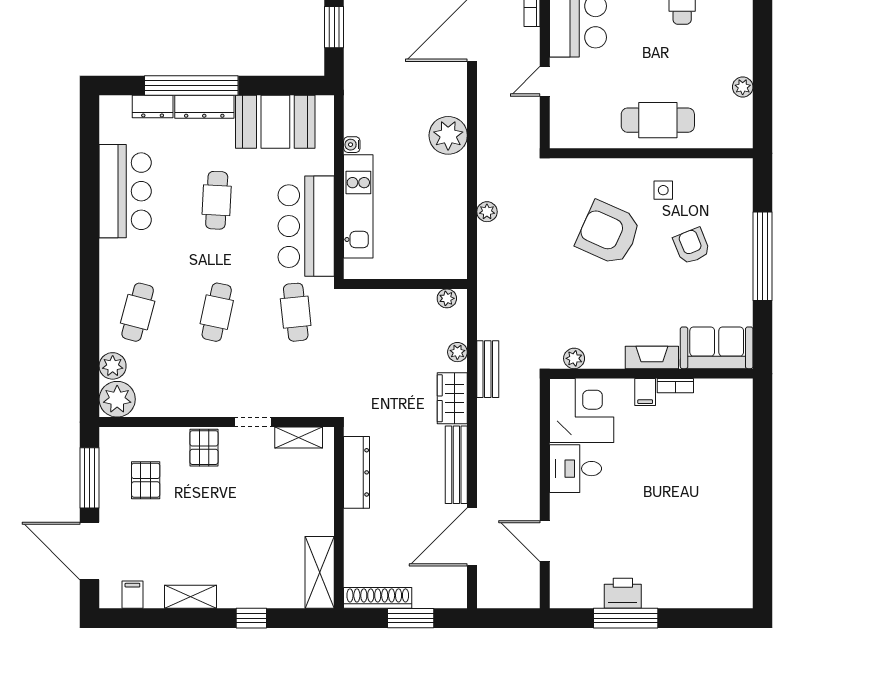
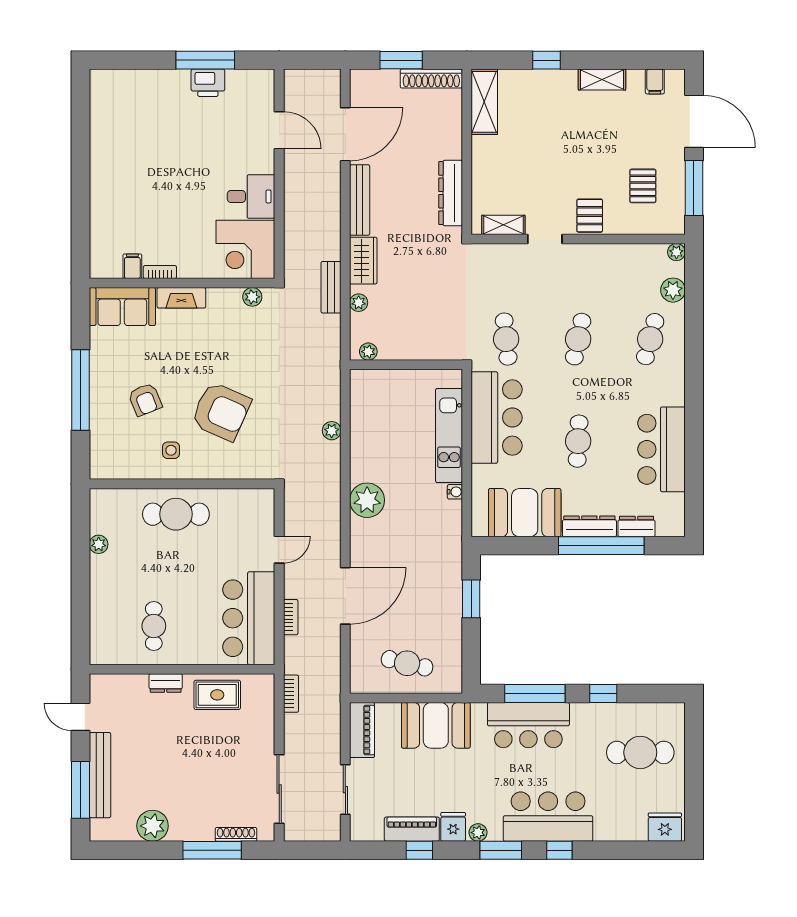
filing cabinet: (645, 392) -> (132, 266), moved
plant: (117, 399) -> (676, 252), width x0.53, depth x0.53

